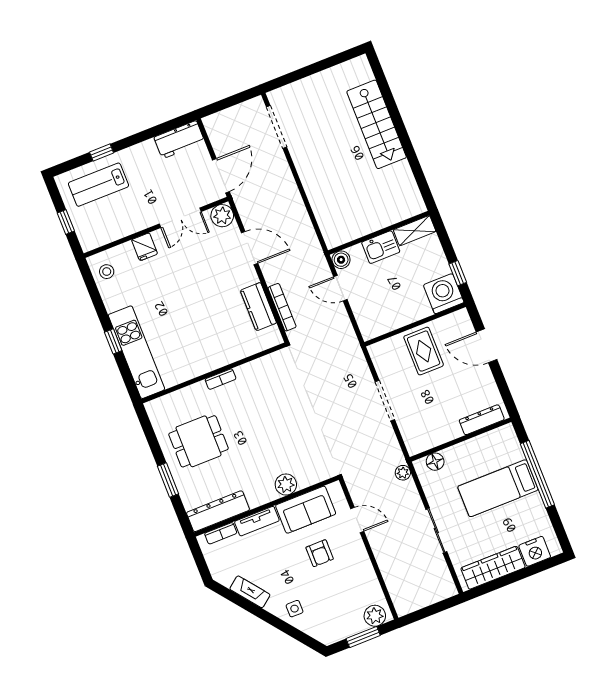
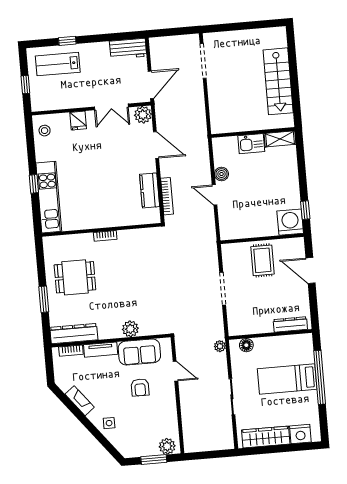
shelving: (415, 231) -> (280, 139), moved
wall: (379, 233) -> (253, 132), moved
kitchen sink: (381, 247) -> (251, 144), moved

